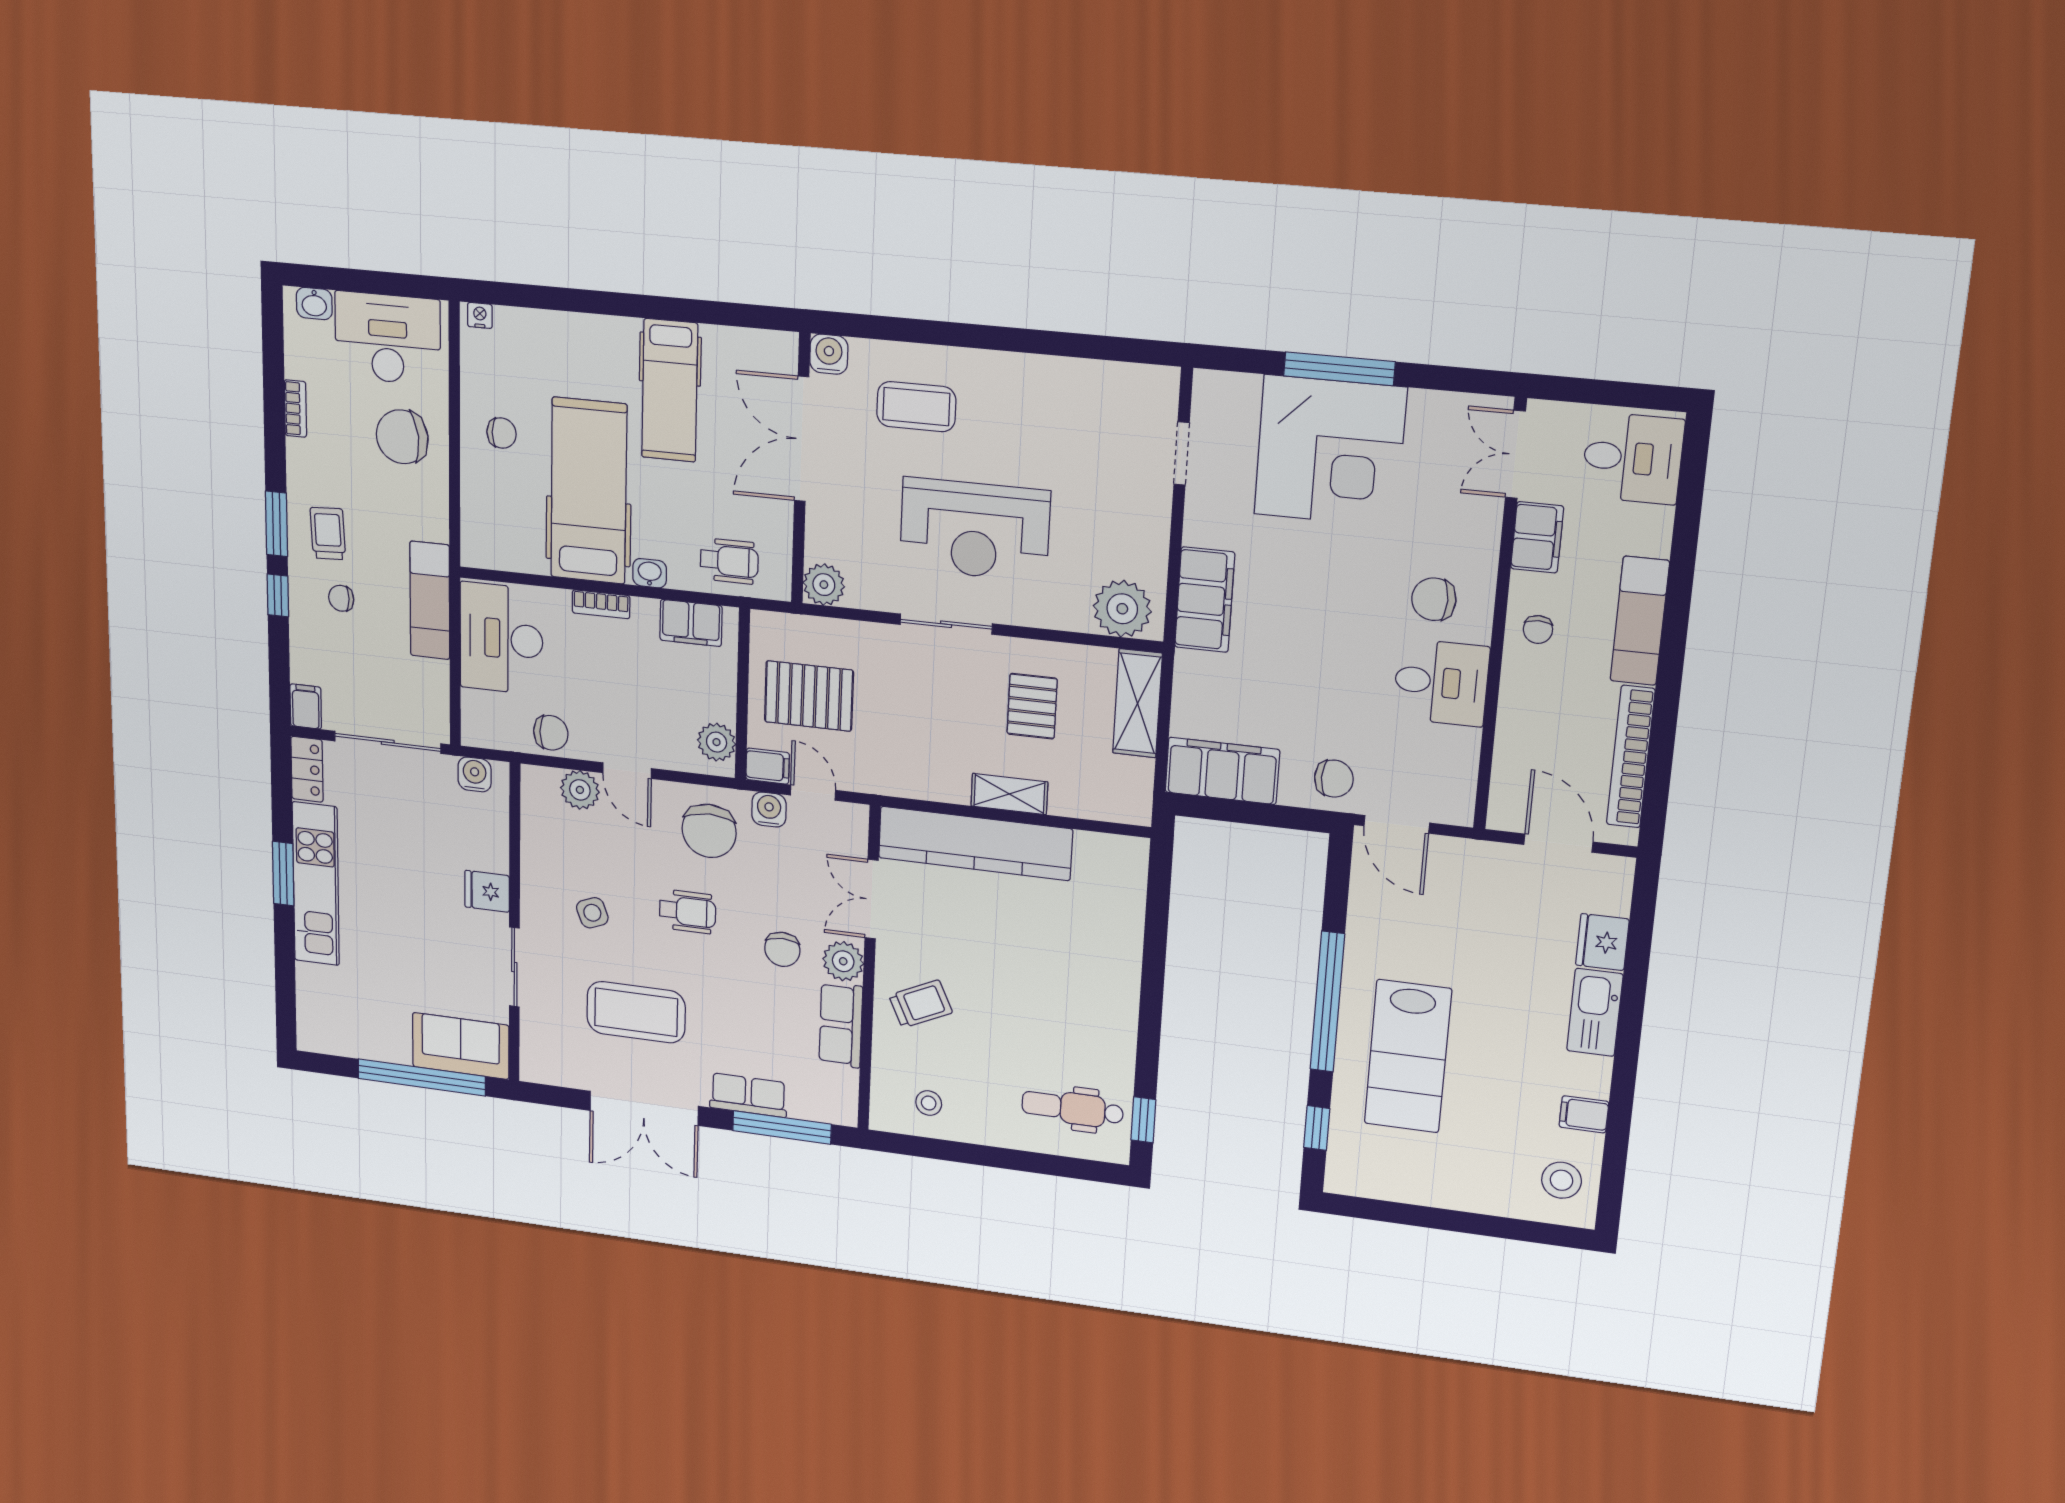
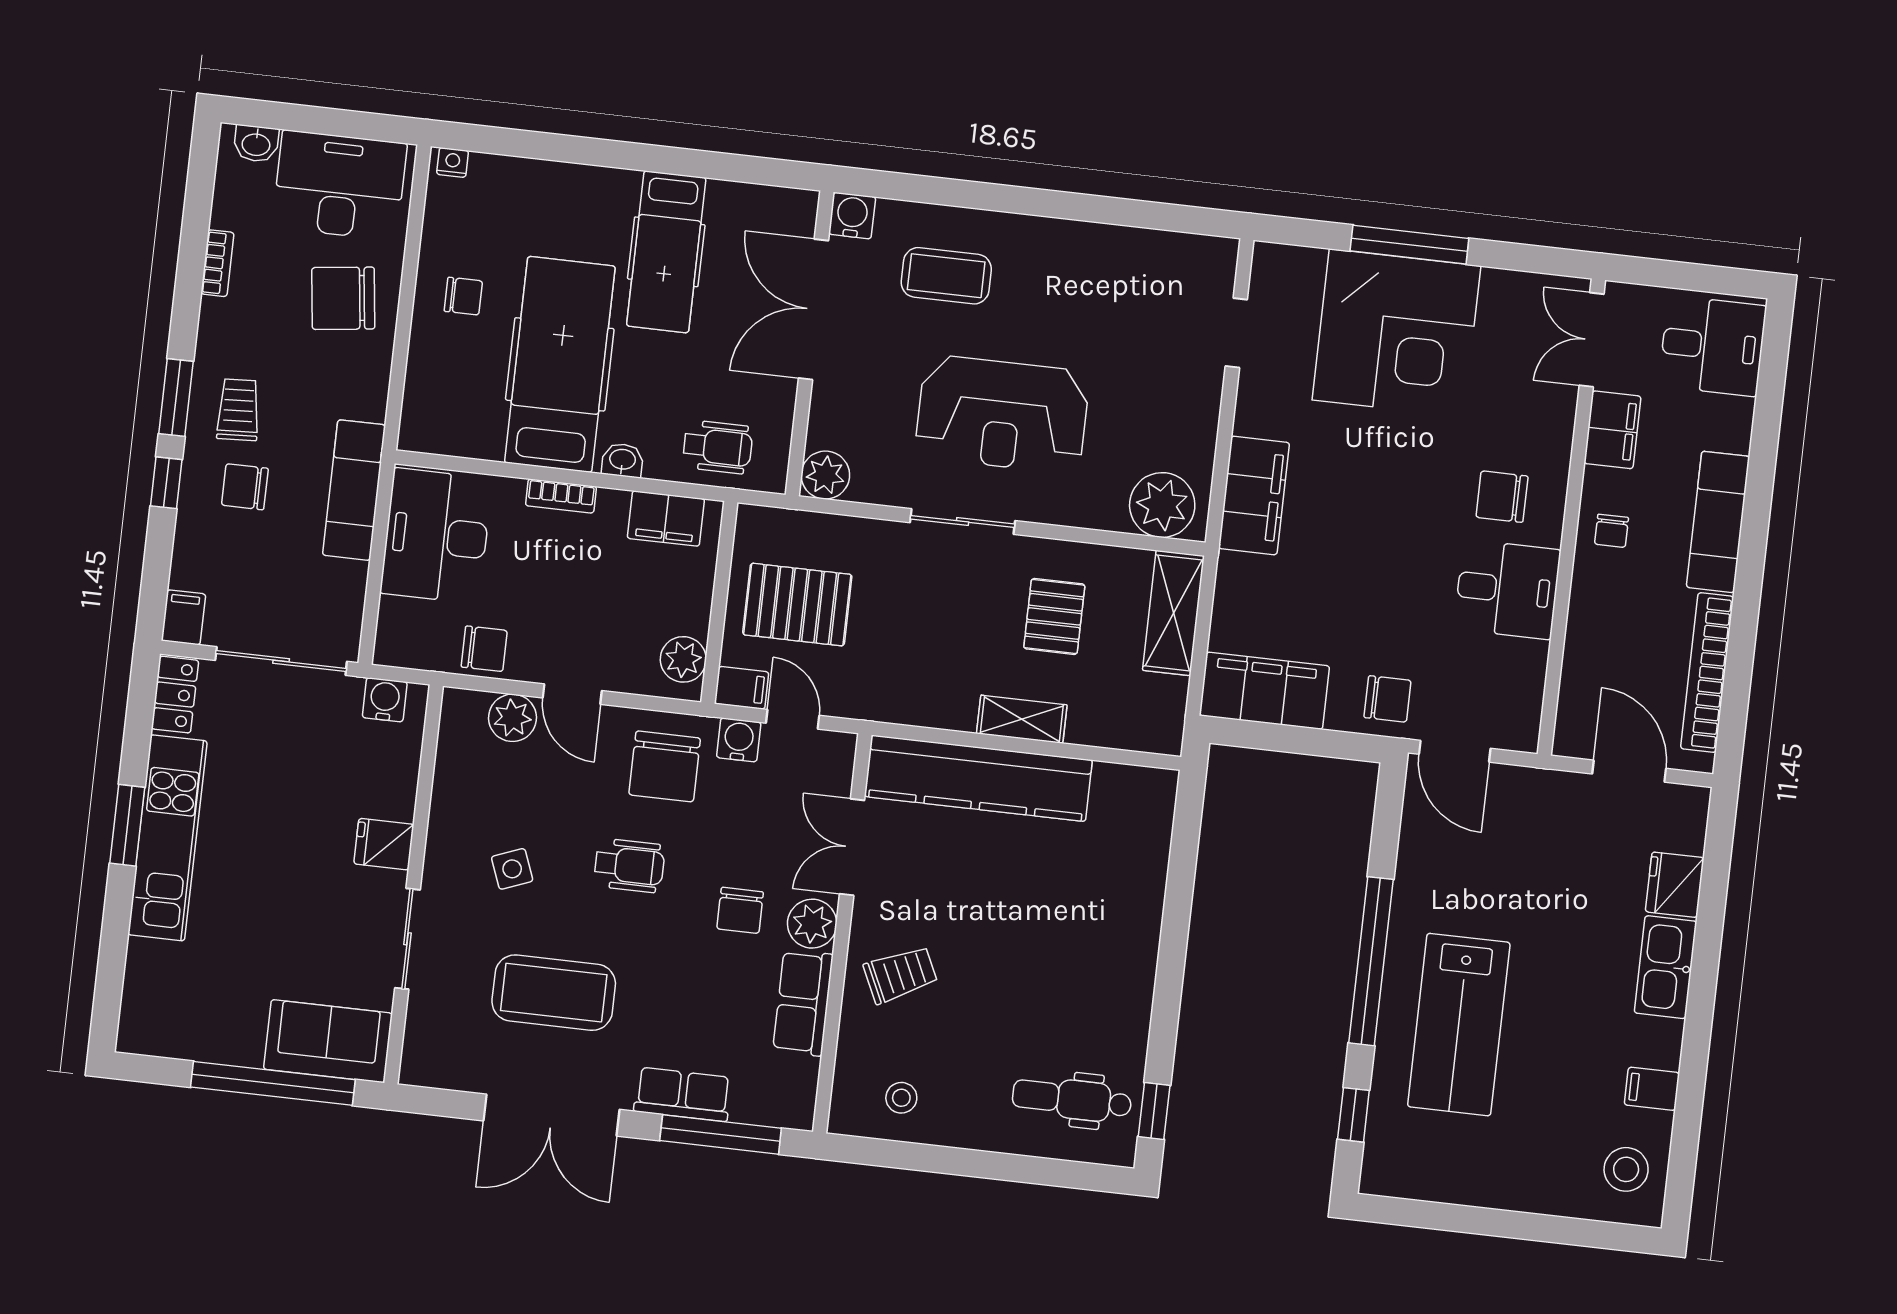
chair: (341, 598) -> (245, 487), width x1.37, depth x1.37

